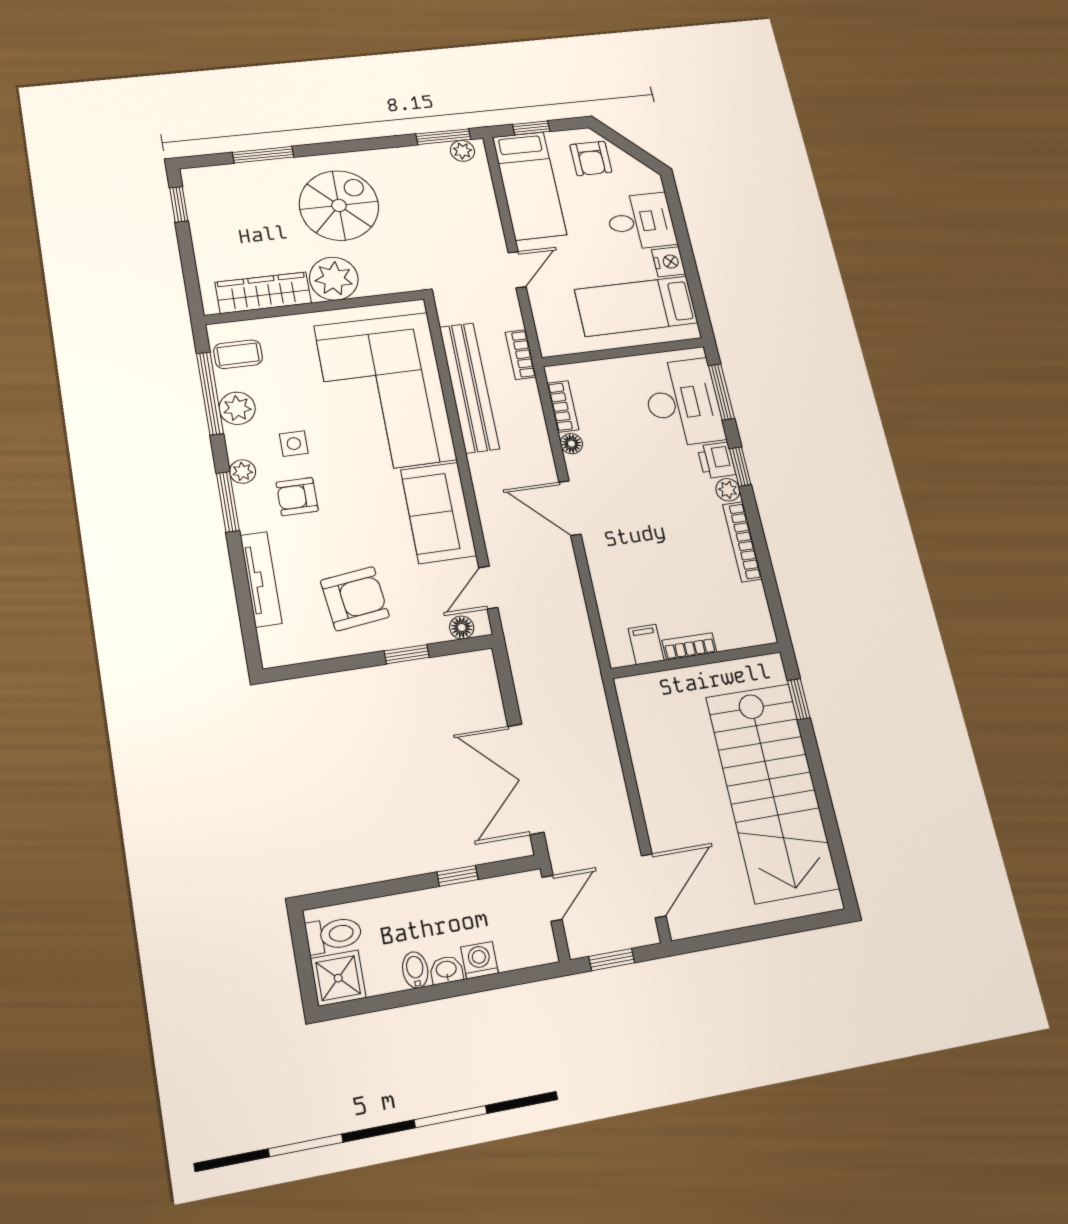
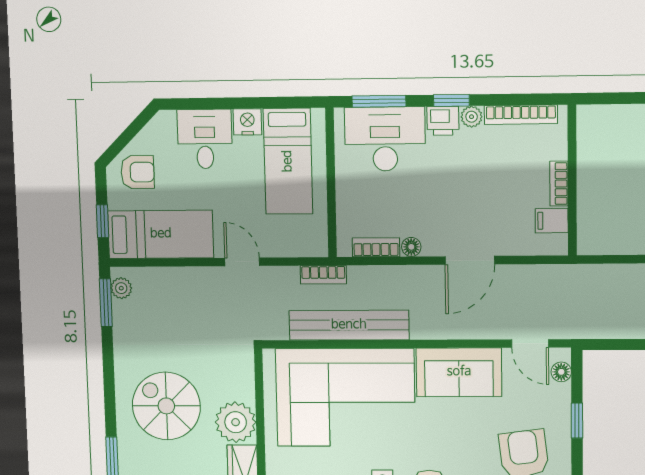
filing cabinet: (646, 644) -> (552, 221), moved
bookcase: (689, 646) -> (559, 184), moved
wall: (696, 660) -> (572, 180), moved

